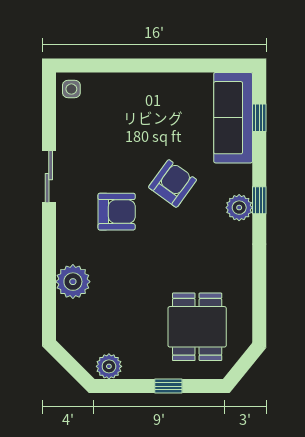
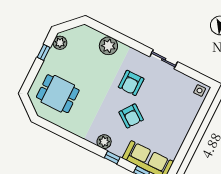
window: (259, 200) -> (112, 158), moved
window: (168, 386) -> (44, 52), moved

